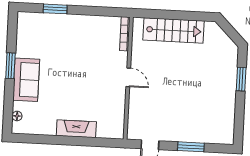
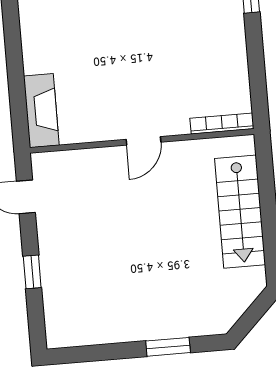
fireplace: (76, 129) -> (41, 111), moved
window: (191, 147) -> (32, 272), width x0.67

